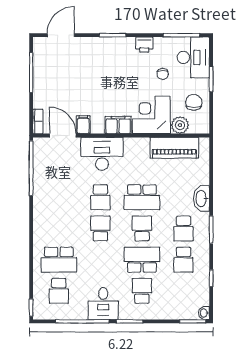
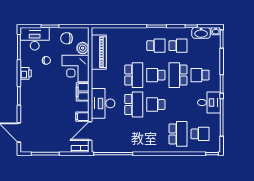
school desk: (100, 197) -> (134, 104), width x1.85
washbasin: (201, 199) -> (201, 33), moved

